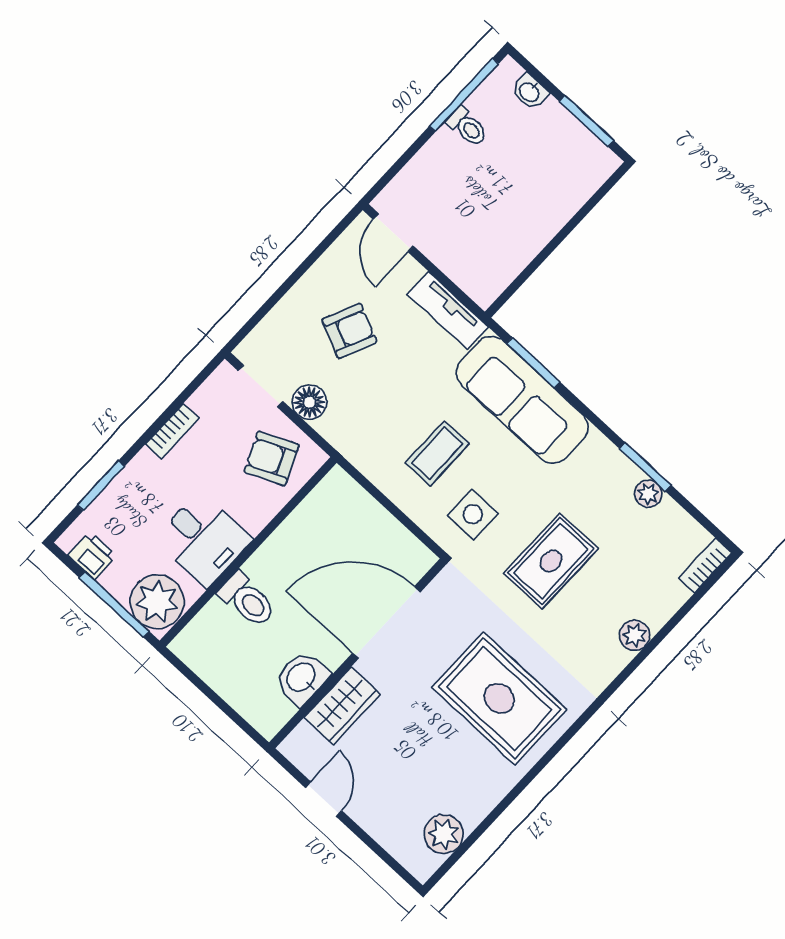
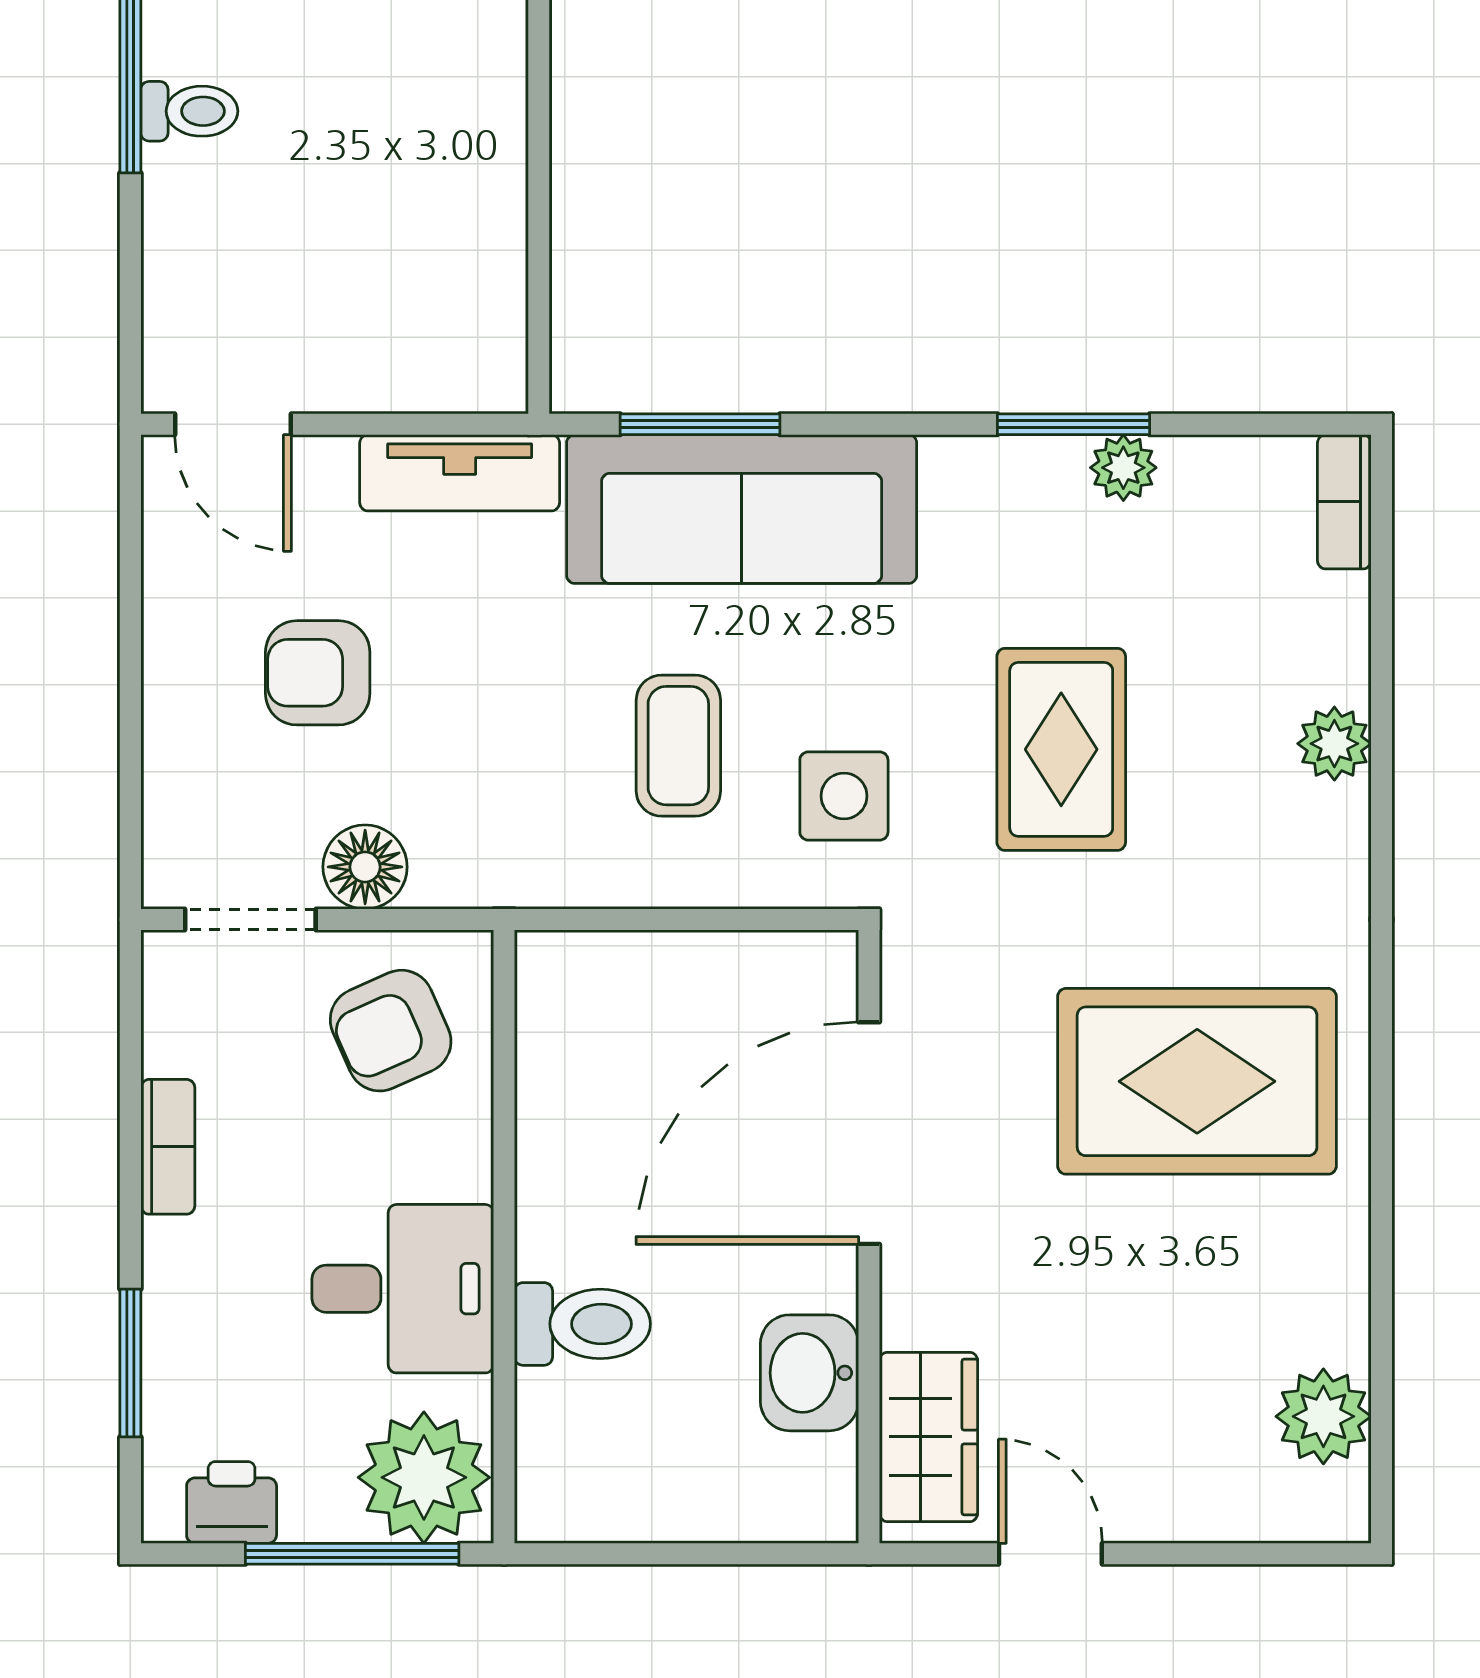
armchair: (349, 331) -> (318, 673), turned -114
wardrobe: (342, 706) -> (929, 1437), moved

